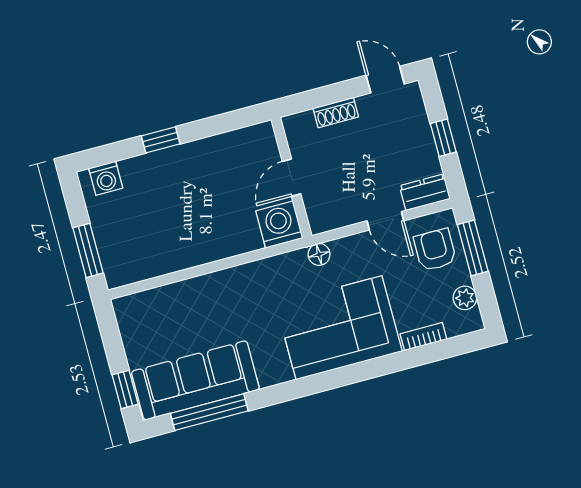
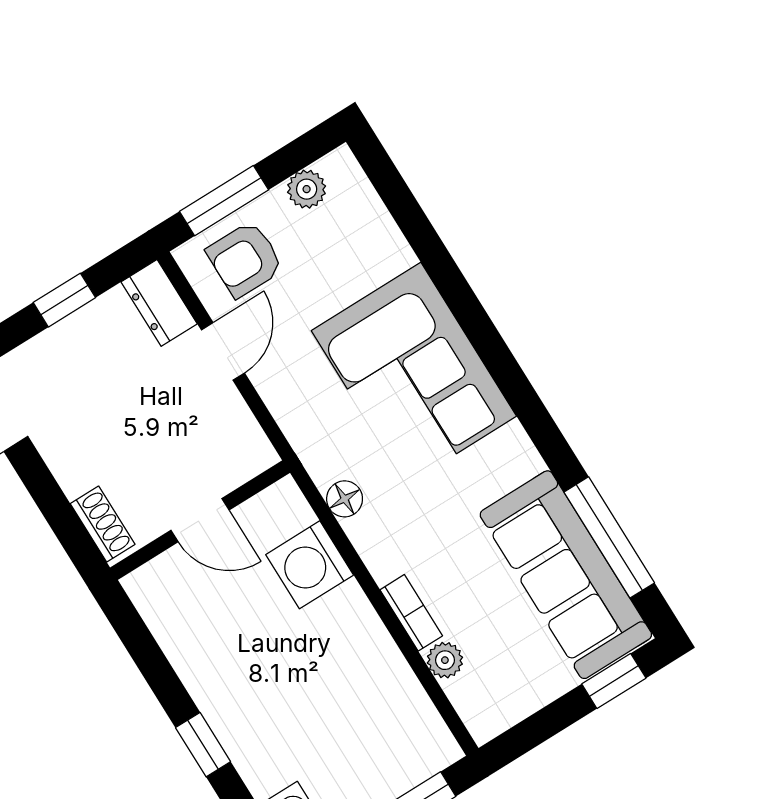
shoe rack: (336, 113) -> (103, 524), moved
washing machine: (279, 225) -> (310, 565), moved
floor lamp: (319, 254) -> (345, 499), moved
plant: (167, 295) -> (445, 660), added
bookcase: (423, 337) -> (411, 613), moved, turned 180

